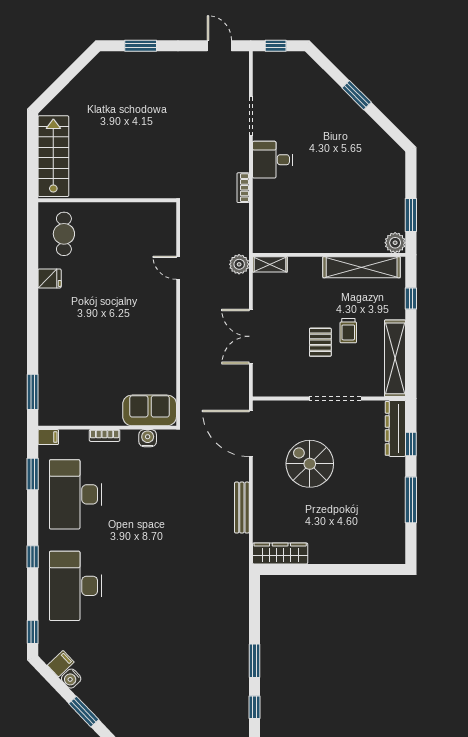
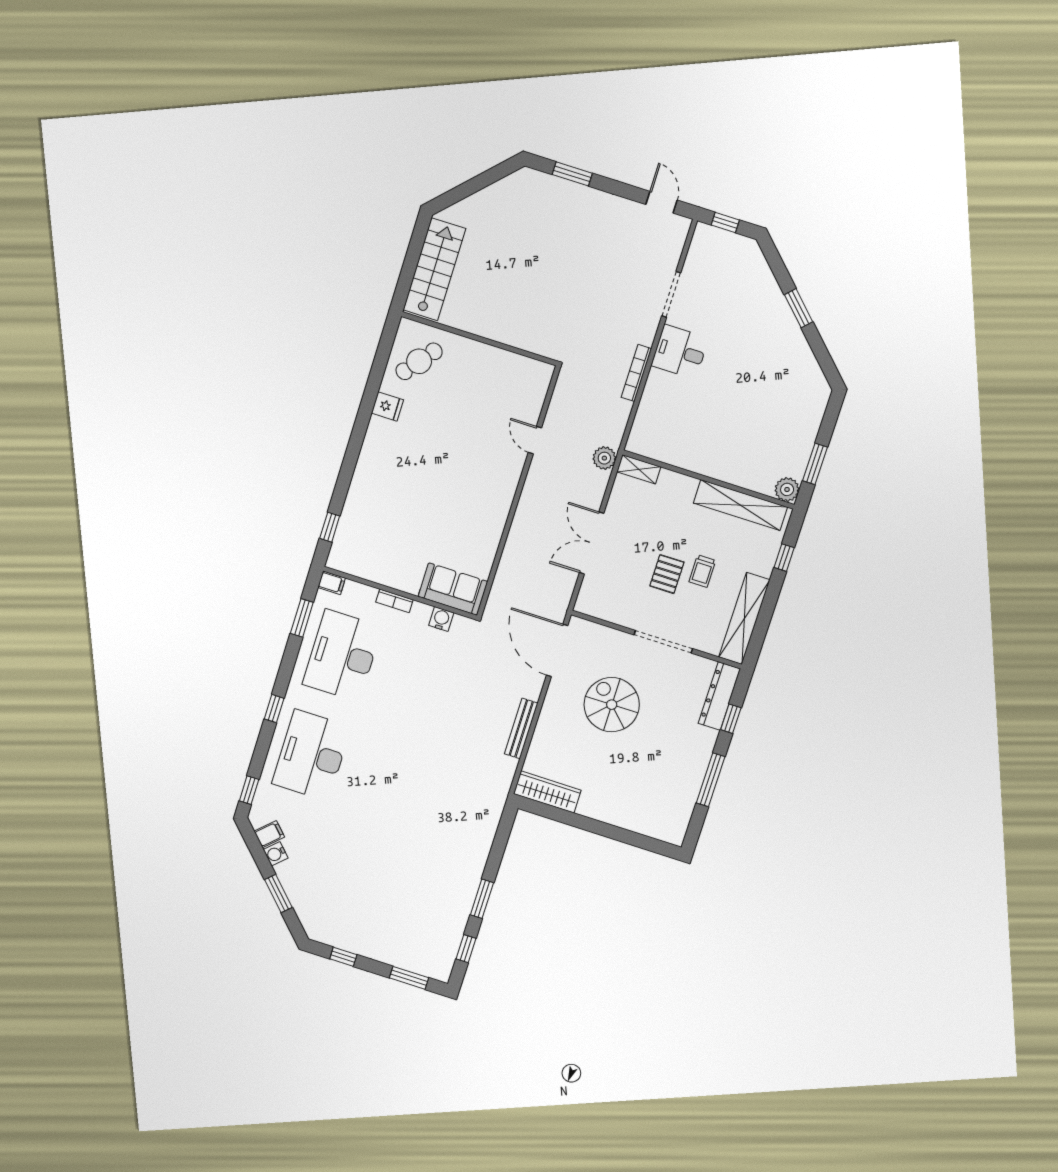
bookcase: (243, 188) -> (636, 373), width x1.56
cafe table: (64, 234) -> (419, 361), turned 39
window: (33, 392) -> (330, 527), width x0.67

